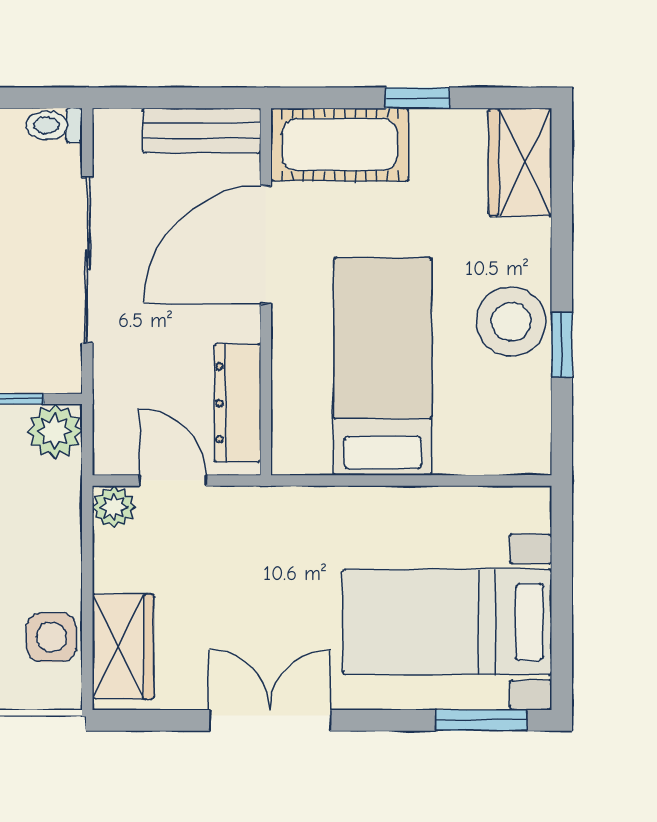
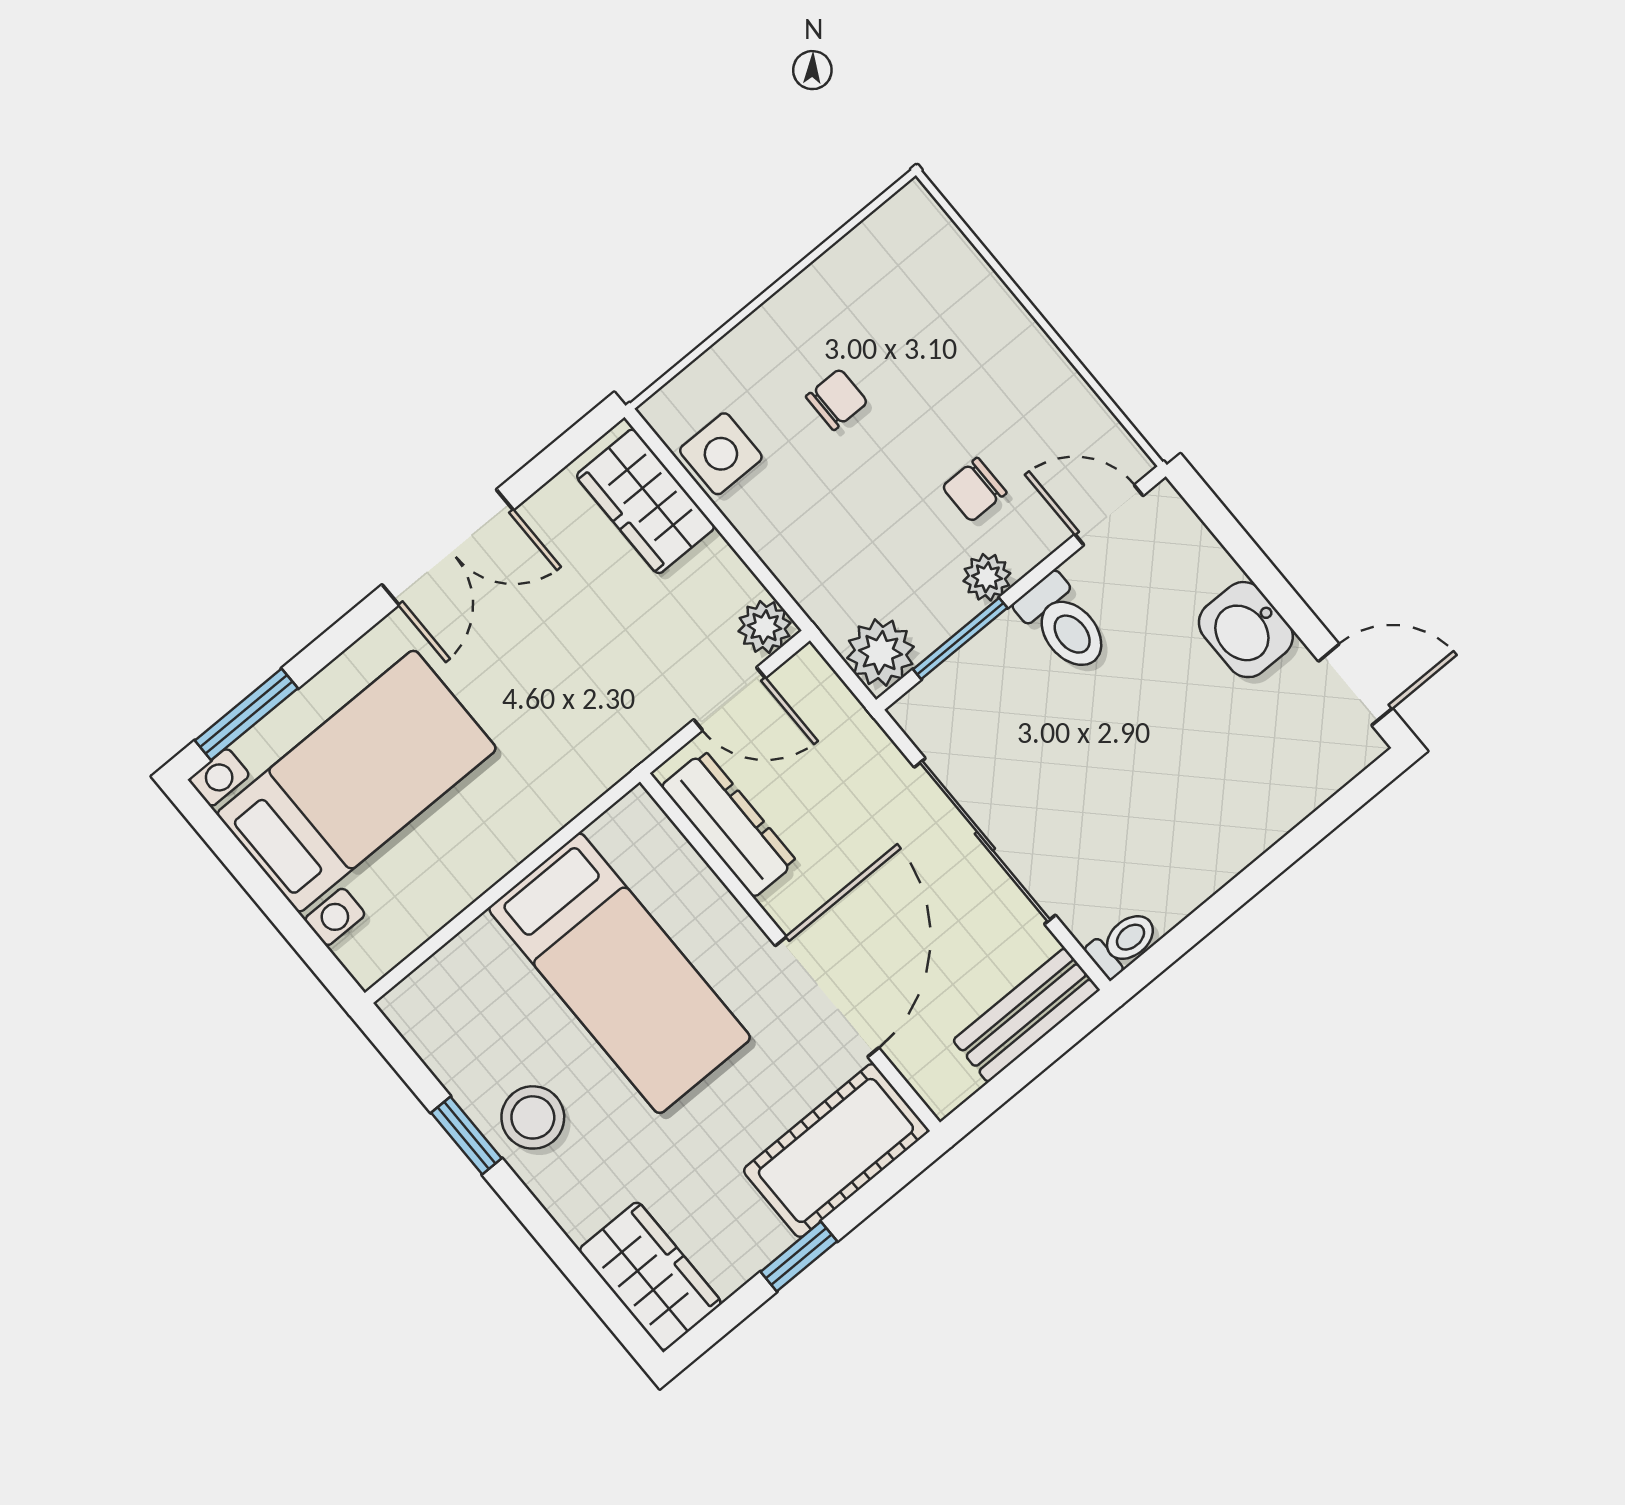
bench: (202, 131) -> (1026, 1015), moved
stool: (511, 322) -> (533, 1117), width x0.73, depth x0.73

